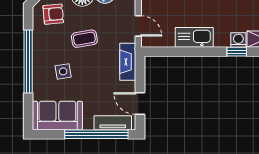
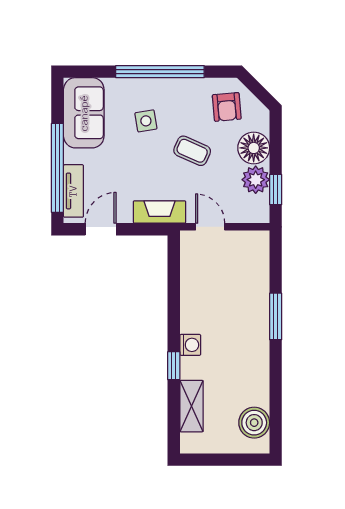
door: (138, 26) -> (210, 227), swing flipped
kitchen sink: (194, 37) -> (194, 306), removed
coffee table: (84, 39) -> (192, 151), turned -56
washing machine: (238, 40) -> (190, 345), moved

